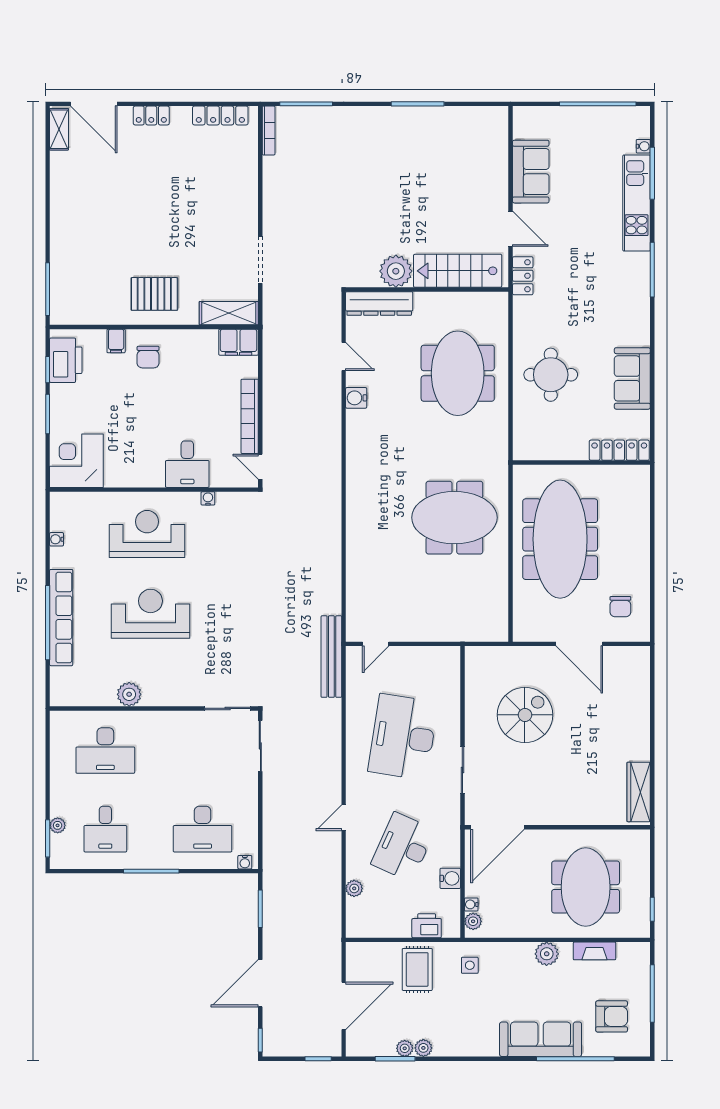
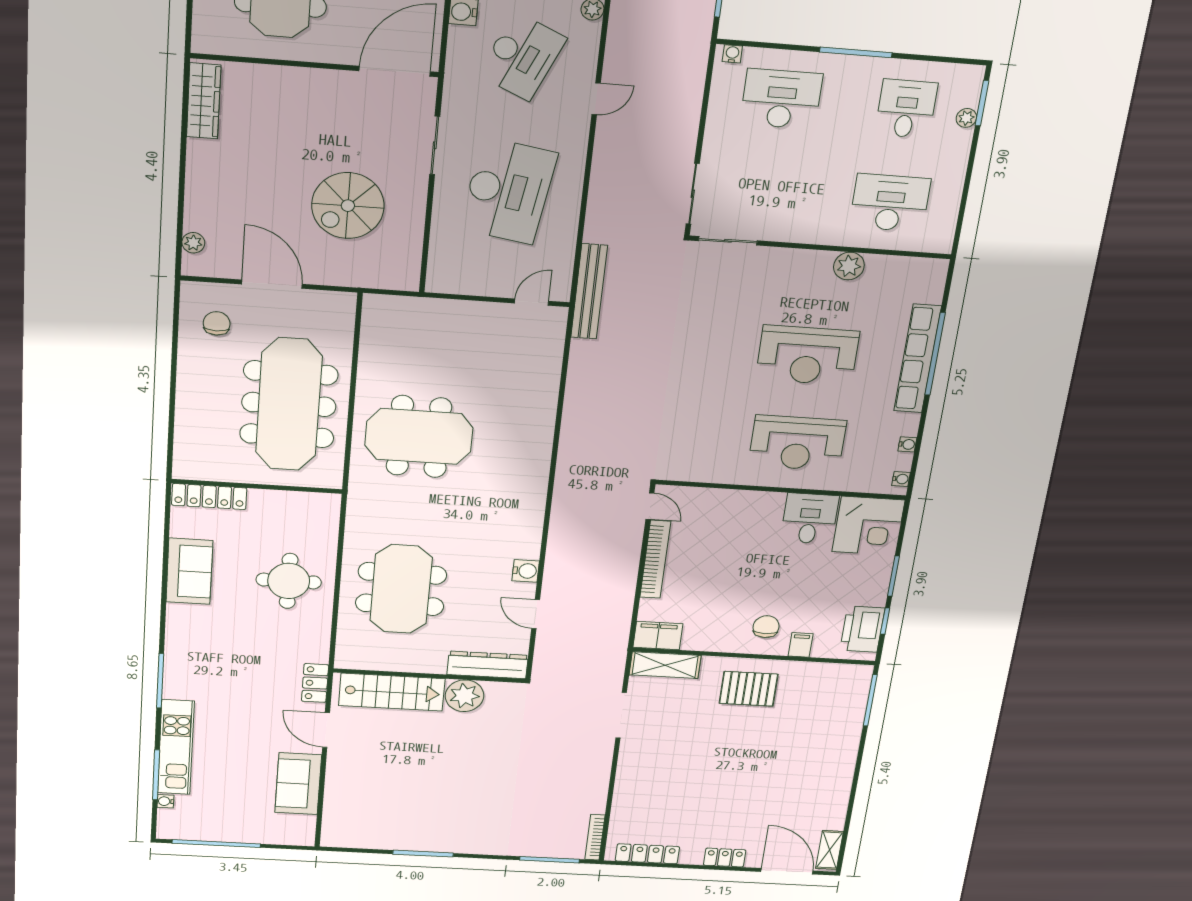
desk: (187, 464) -> (810, 519), moved
water cooler: (208, 498) -> (901, 479), moved, turned -90
plant: (641, 674) -> (193, 243), added

